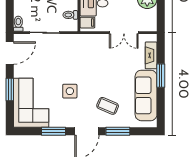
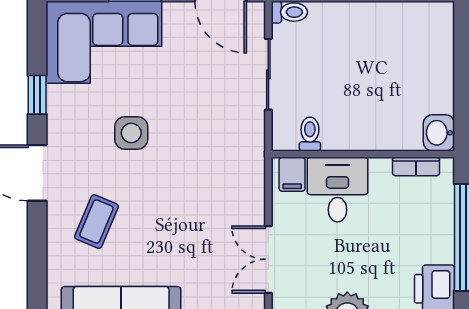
window: (54, 131) -> (37, 95), width x0.67
window: (118, 131) -> (37, 246), removed

